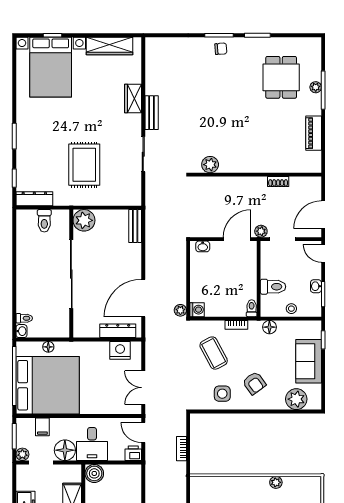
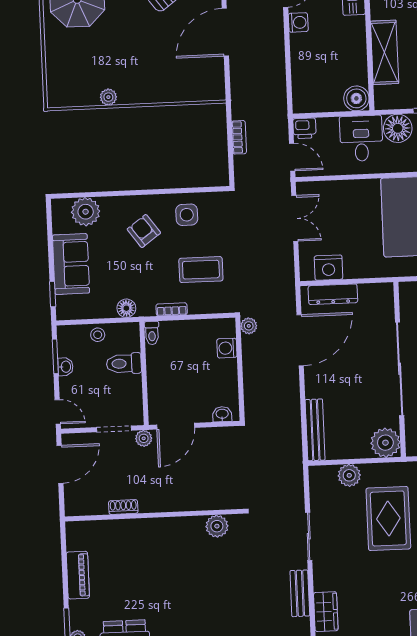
plant: (112, 198) -> (349, 475), added
bench: (135, 226) -> (315, 430), width x1.36
washing machine: (197, 310) -> (227, 348), moved
coffee table: (214, 353) -> (201, 270), turned -62

